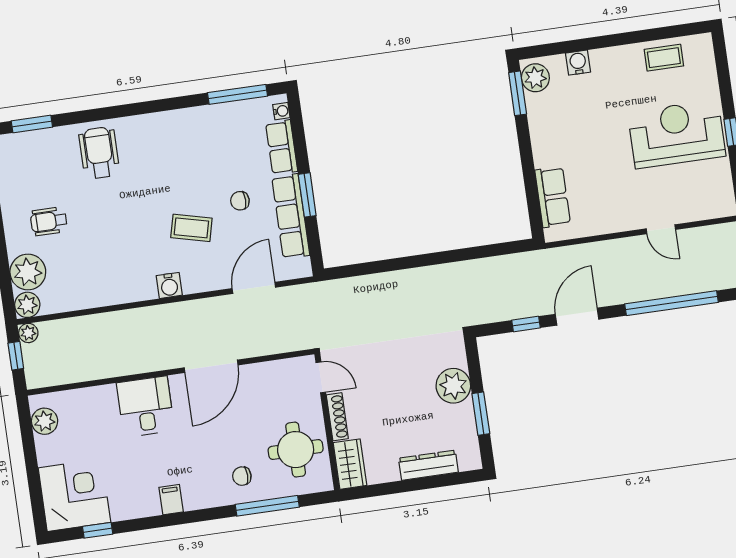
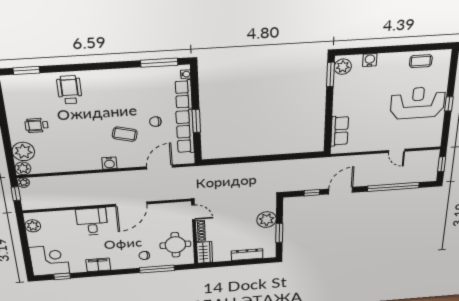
filing cabinet: (171, 500) -> (98, 265), width x2.00

